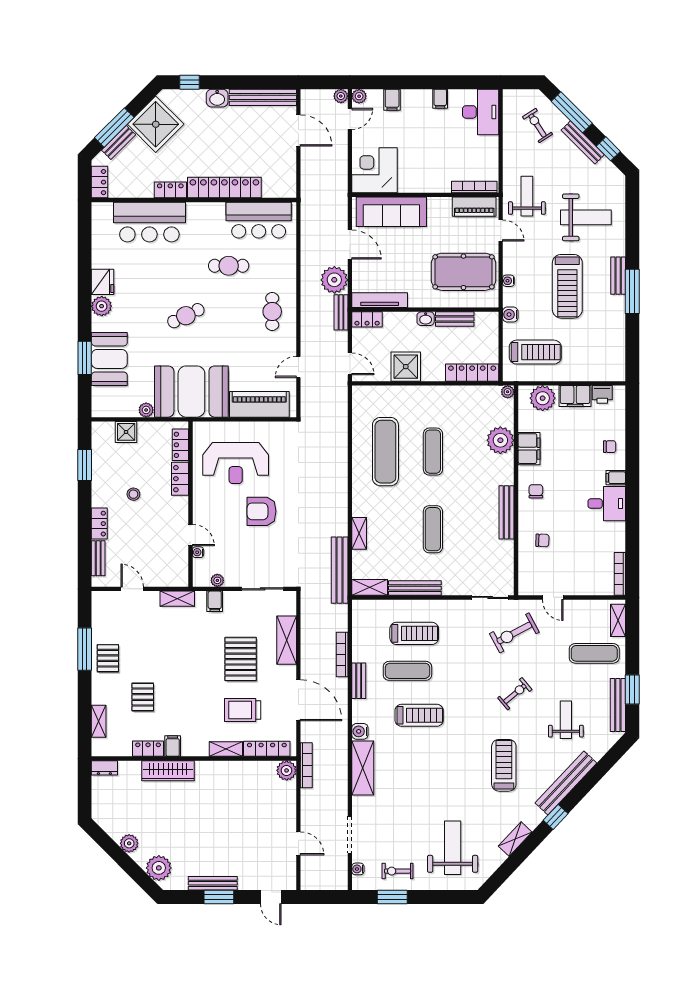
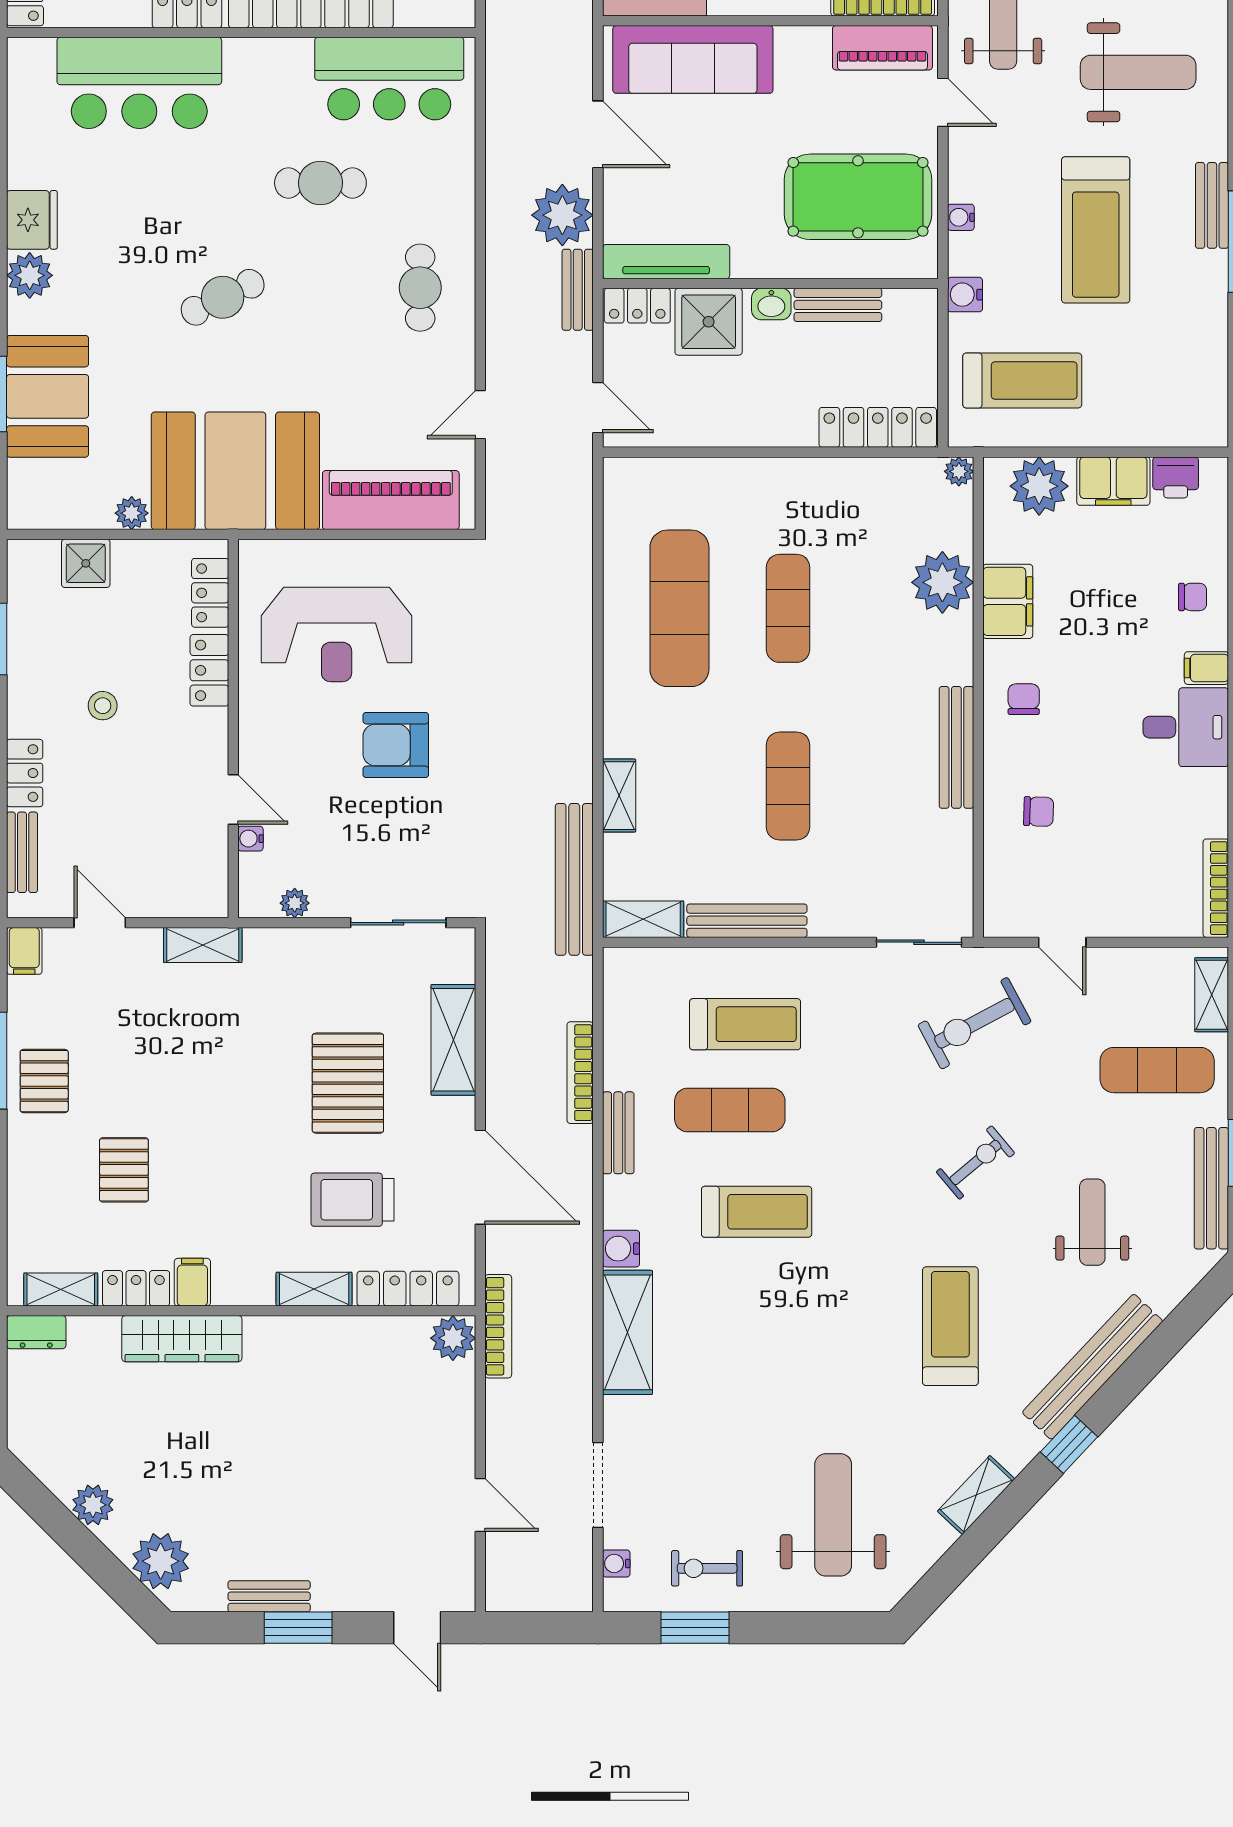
shower: (406, 367) -> (709, 322), moved
filing cabinet: (215, 601) -> (24, 951), moved
shelving: (99, 721) -> (61, 1289), moved, turned 90
bench: (213, 883) -> (269, 1596), width x0.73

